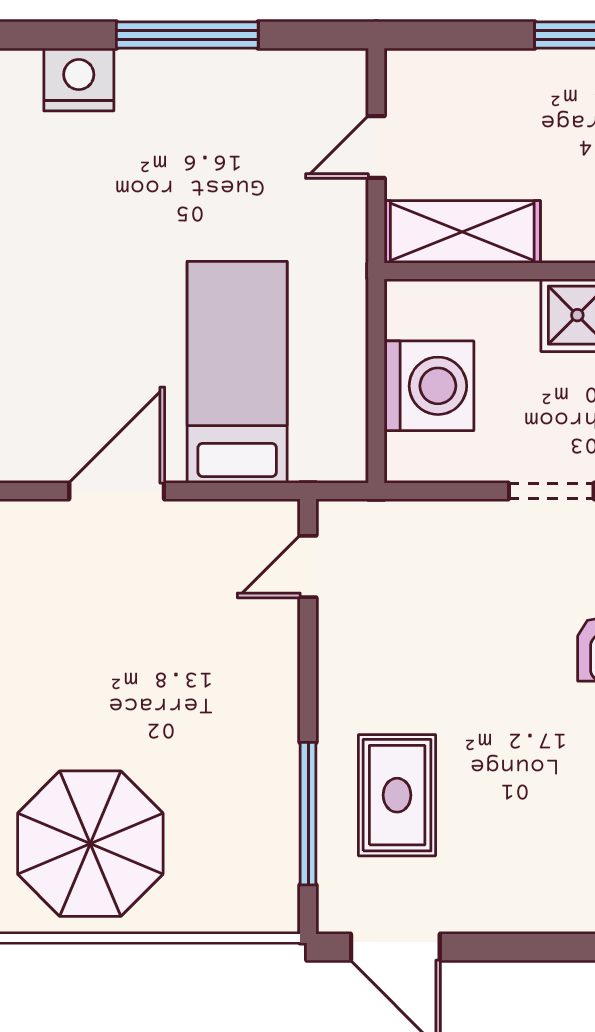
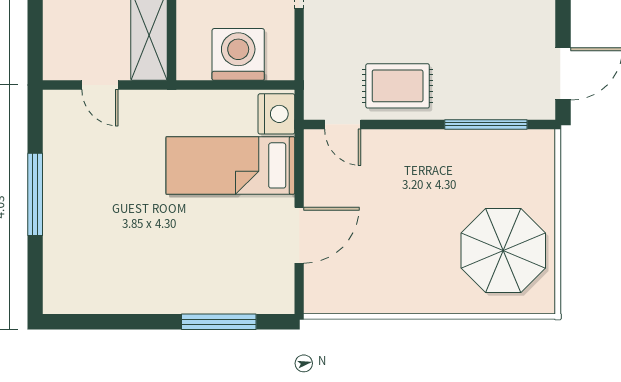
nightstand: (79, 80) -> (276, 114), moved, turned 180
door: (117, 491) -> (299, 235), swing flipped
rug: (397, 795) -> (398, 86), moved

